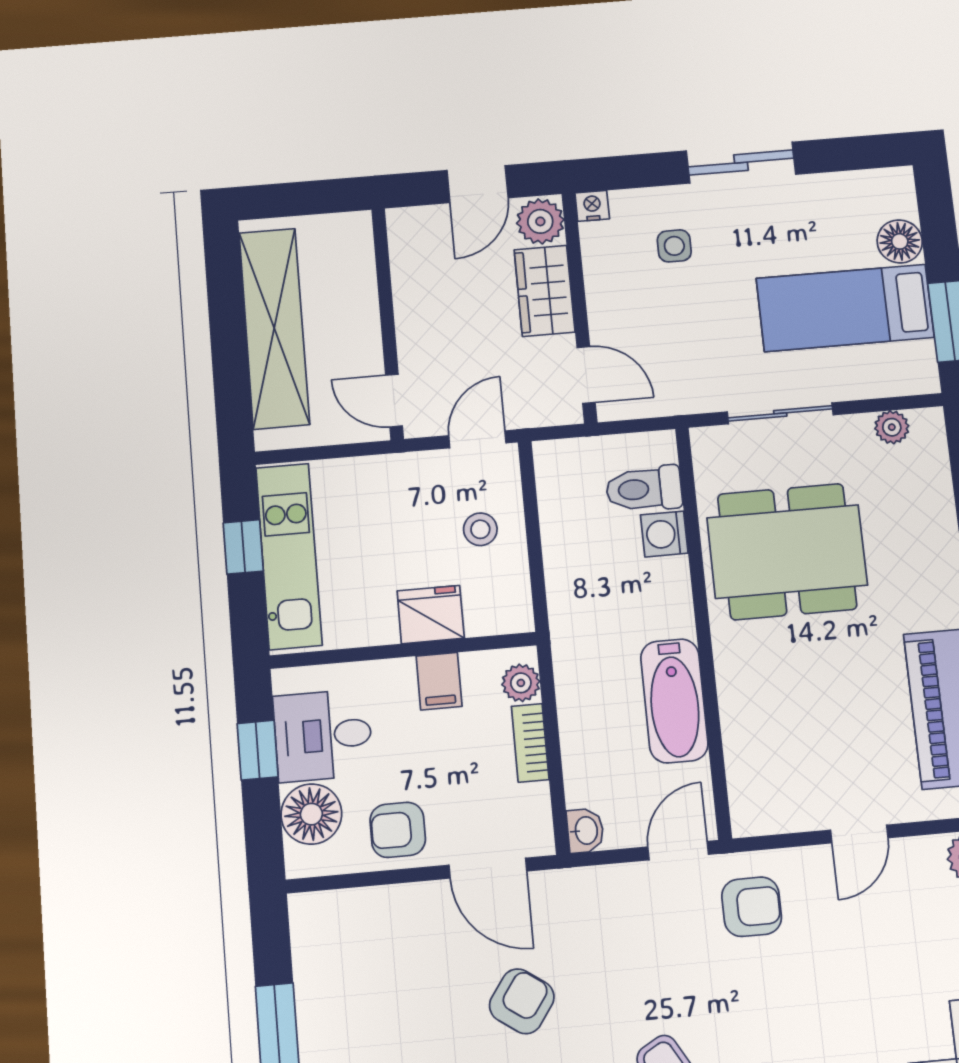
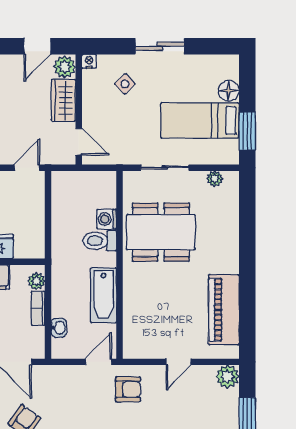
side table: (674, 246) -> (125, 84), turned 45
toilet: (644, 489) -> (100, 241), moved
stool: (480, 529) -> (25, 210), removed
washbasin: (585, 831) -> (59, 328), moved

